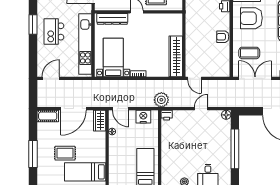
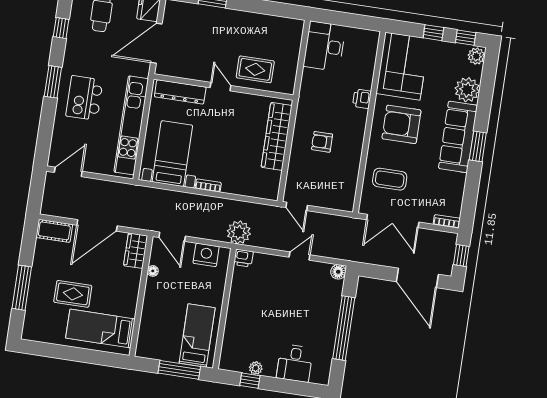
armchair: (223, 37) -> (322, 142), moved
wardrobe: (176, 56) -> (277, 136), moved
double door: (255, 78) -> (393, 221), swing flipped

